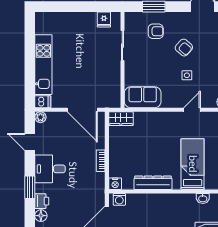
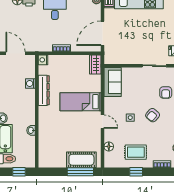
bed: (193, 164) -> (81, 102), moved, turned 180
washing machine: (119, 199) -> (30, 83), moved

